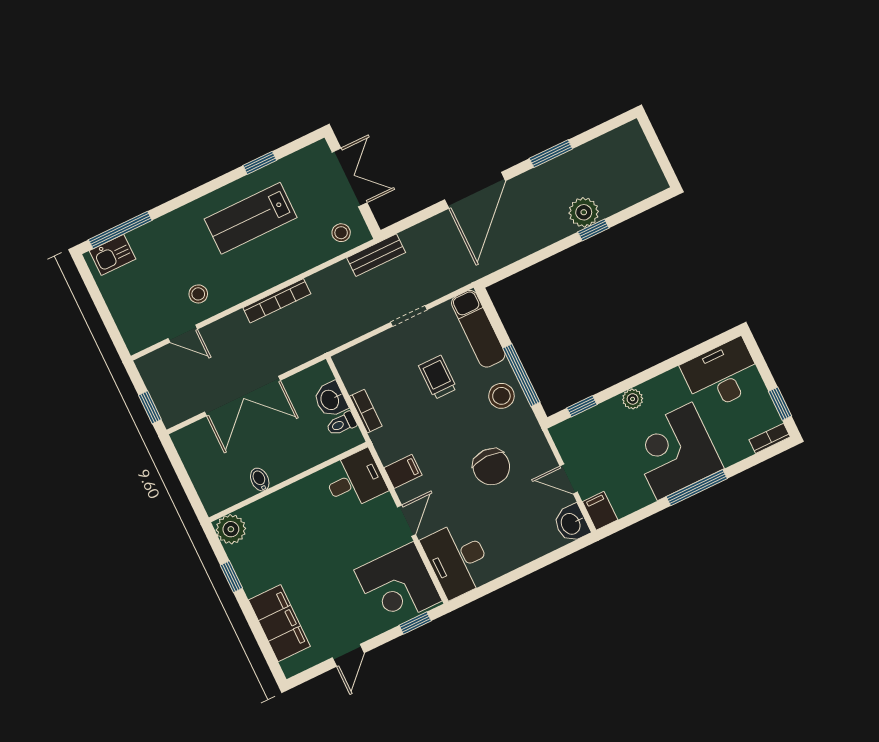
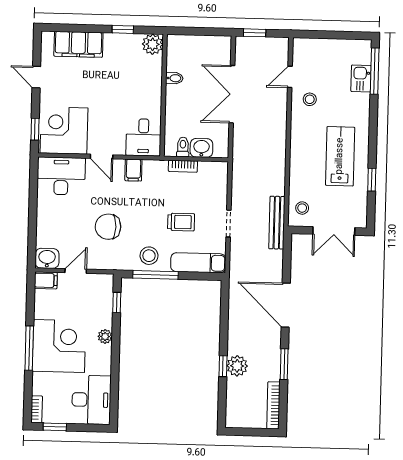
kitchen sink: (113, 255) -> (361, 78), moved
bench: (376, 255) -> (277, 223), width x1.36
bookcase: (277, 301) -> (273, 405), moved

